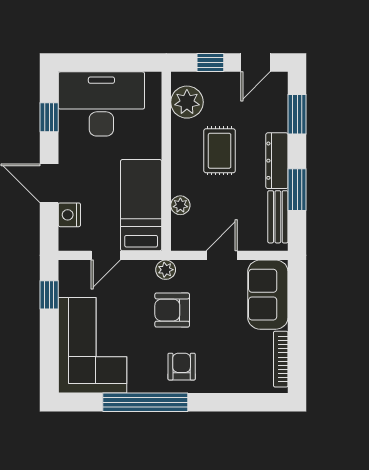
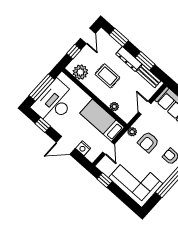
window: (107, 63) -> (42, 87), added

